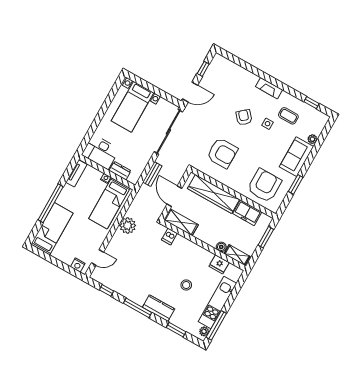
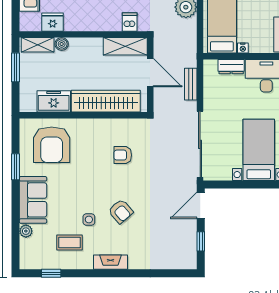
armchair: (222, 153) -> (123, 155), width x0.53, depth x0.53
window: (266, 237) -> (16, 67), moved

